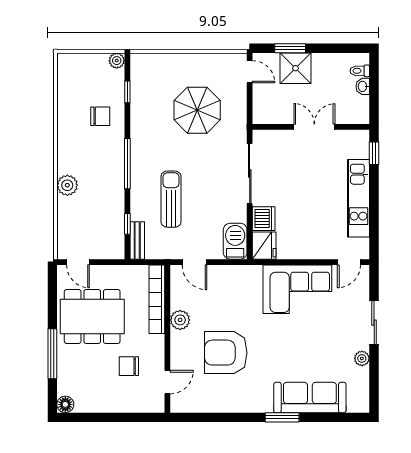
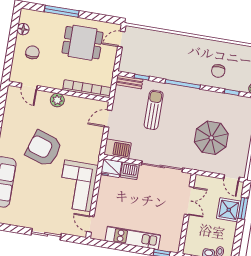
door: (250, 72) -> (232, 178), hinge flipped
double door: (314, 127) -> (189, 201), moved
plant: (67, 185) -> (175, 41), removed
sun lounger: (171, 199) -> (154, 110), turned -90
dining table: (92, 316) -> (83, 43), width x0.73
plant: (180, 320) -> (57, 100), moved
armchair: (226, 353) -> (44, 149), moved, turned -72
plant: (362, 358) -> (23, 222), removed
chair: (129, 366) -> (32, 52), moved
floor lamp: (65, 404) -> (23, 29), moved

